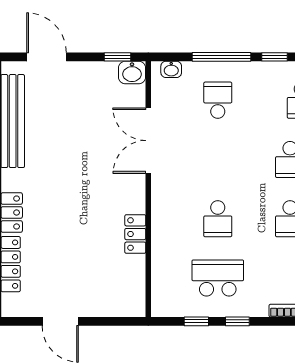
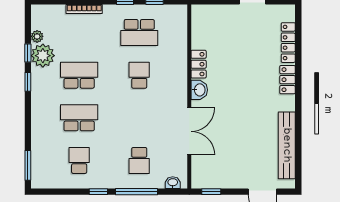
washbasin: (132, 73) -> (199, 90), moved, turned 90

